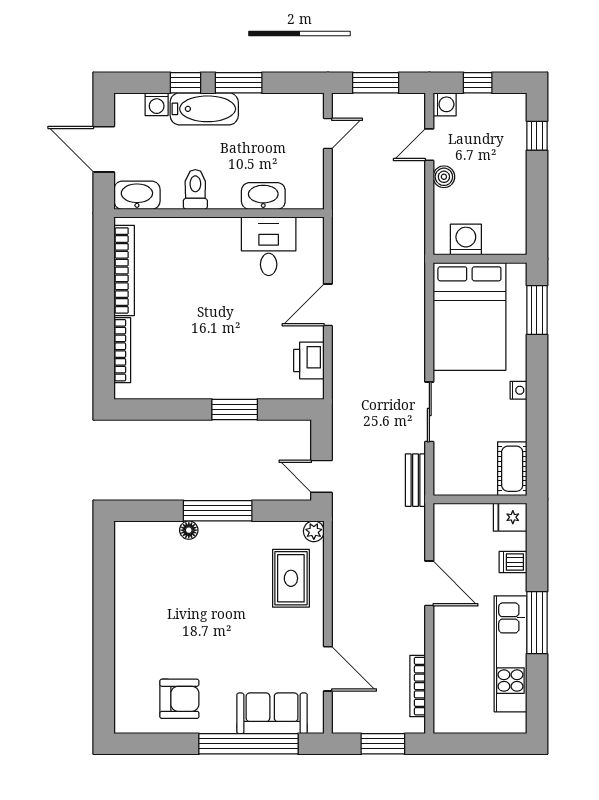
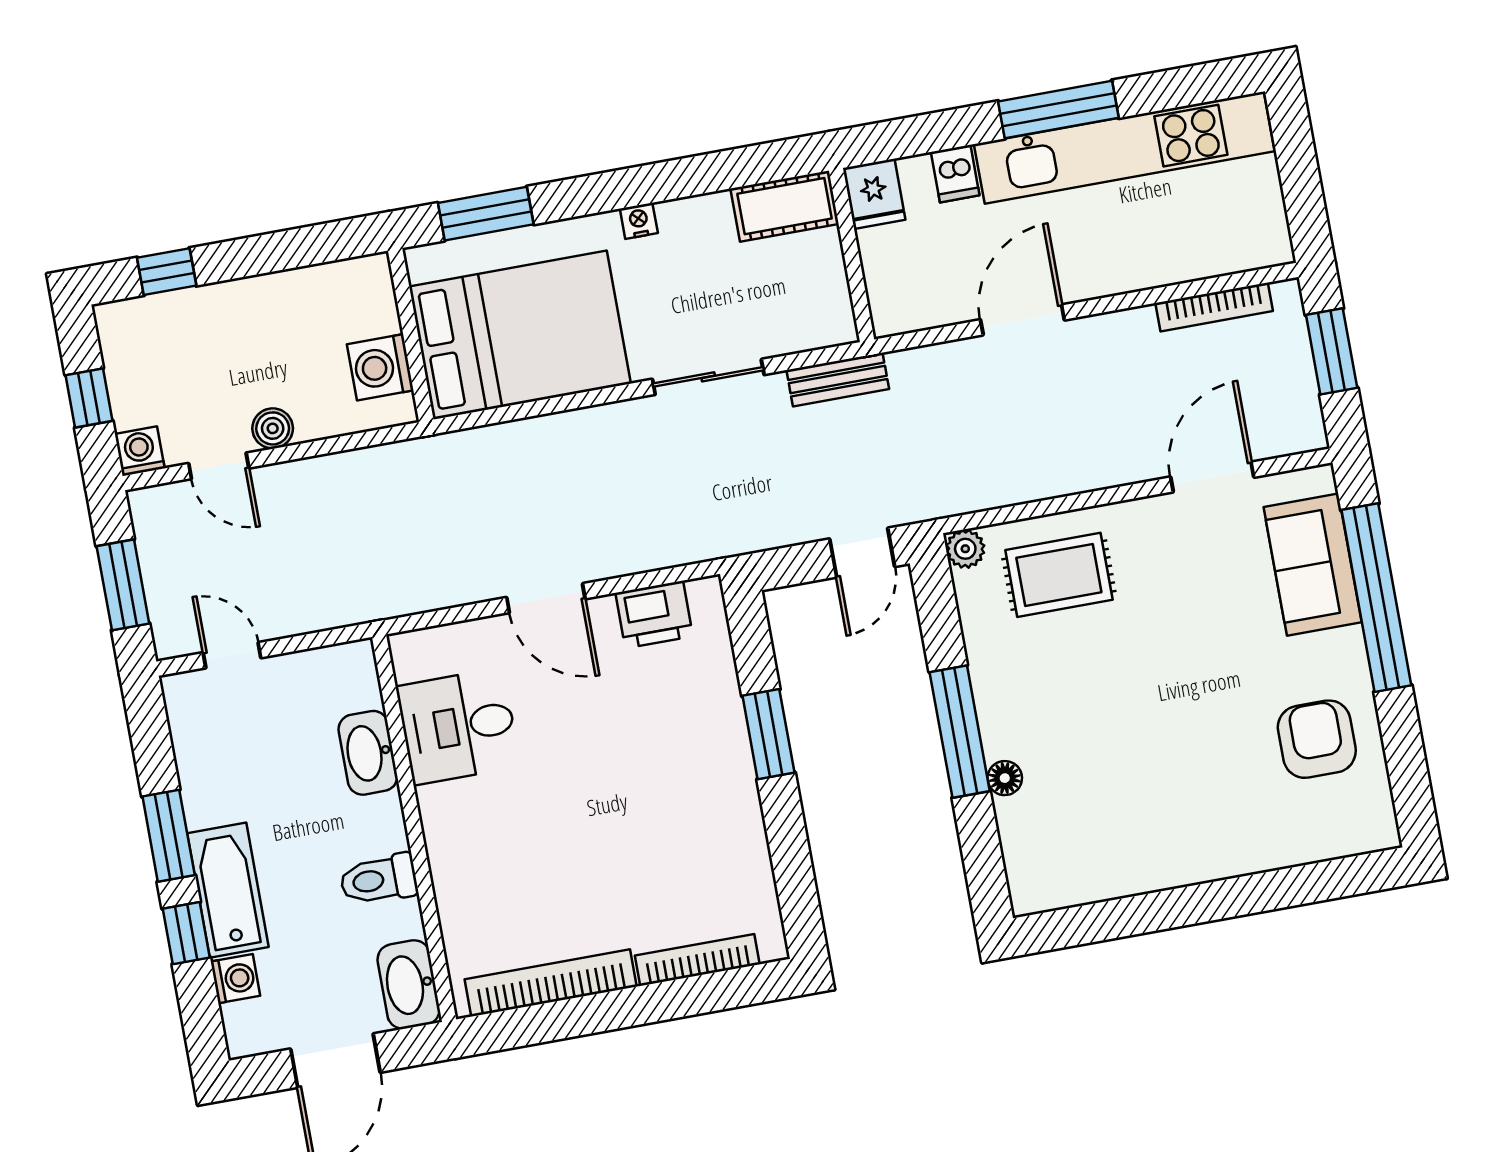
kitchen unit: (510, 654) -> (1124, 148), width x1.36

